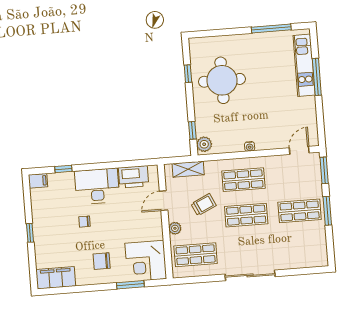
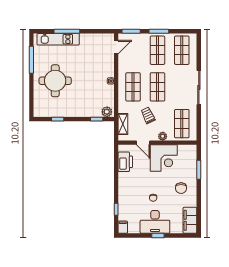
round table: (222, 80) -> (55, 81), moved
door: (299, 150) -> (116, 47), swing flipped
desk: (97, 186) -> (155, 222), moved, turned -90
shop shelf: (302, 246) -> (182, 50), added
corner desk: (146, 261) -> (164, 158), moved

